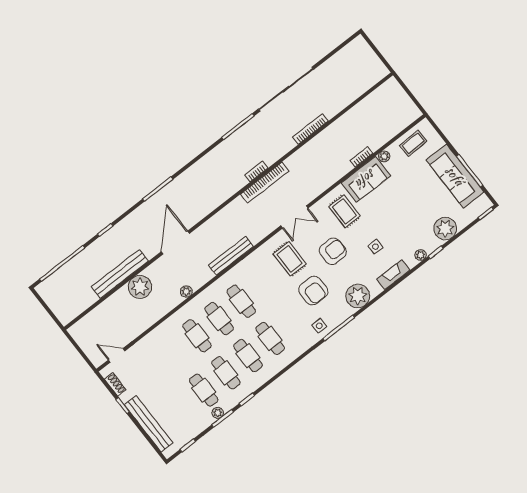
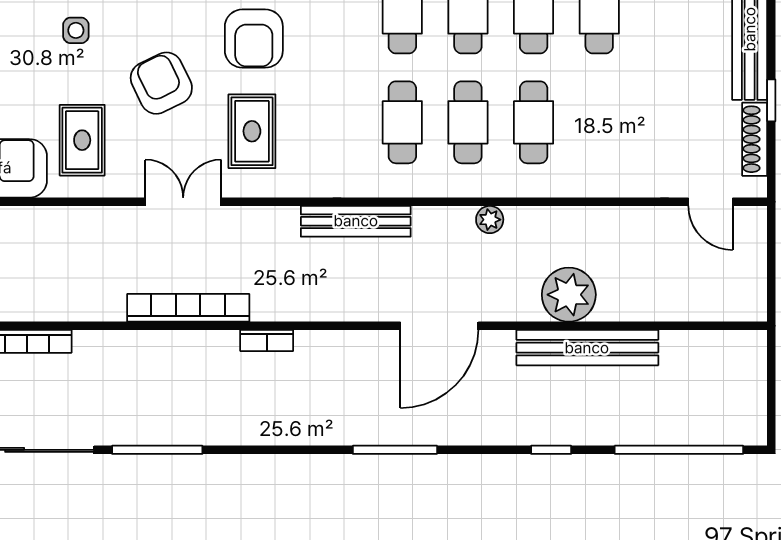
bookcase: (256, 172) -> (267, 341), moved
armchair: (333, 251) -> (161, 83), turned 64
armchair: (313, 291) -> (254, 39), turned 180
shoe rack: (115, 384) -> (755, 139), width x1.43

